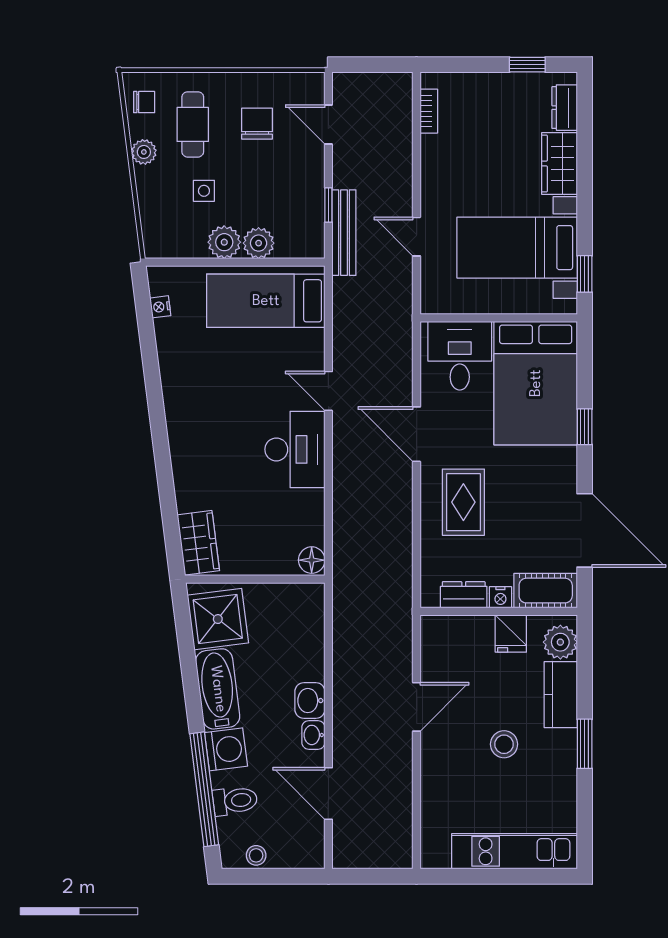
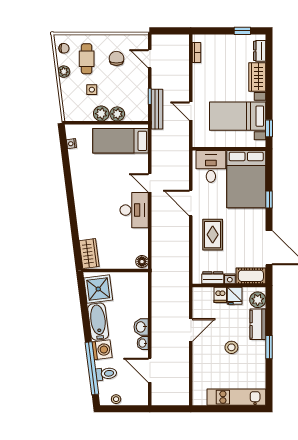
dishwasher: (480, 632) -> (220, 295), added

